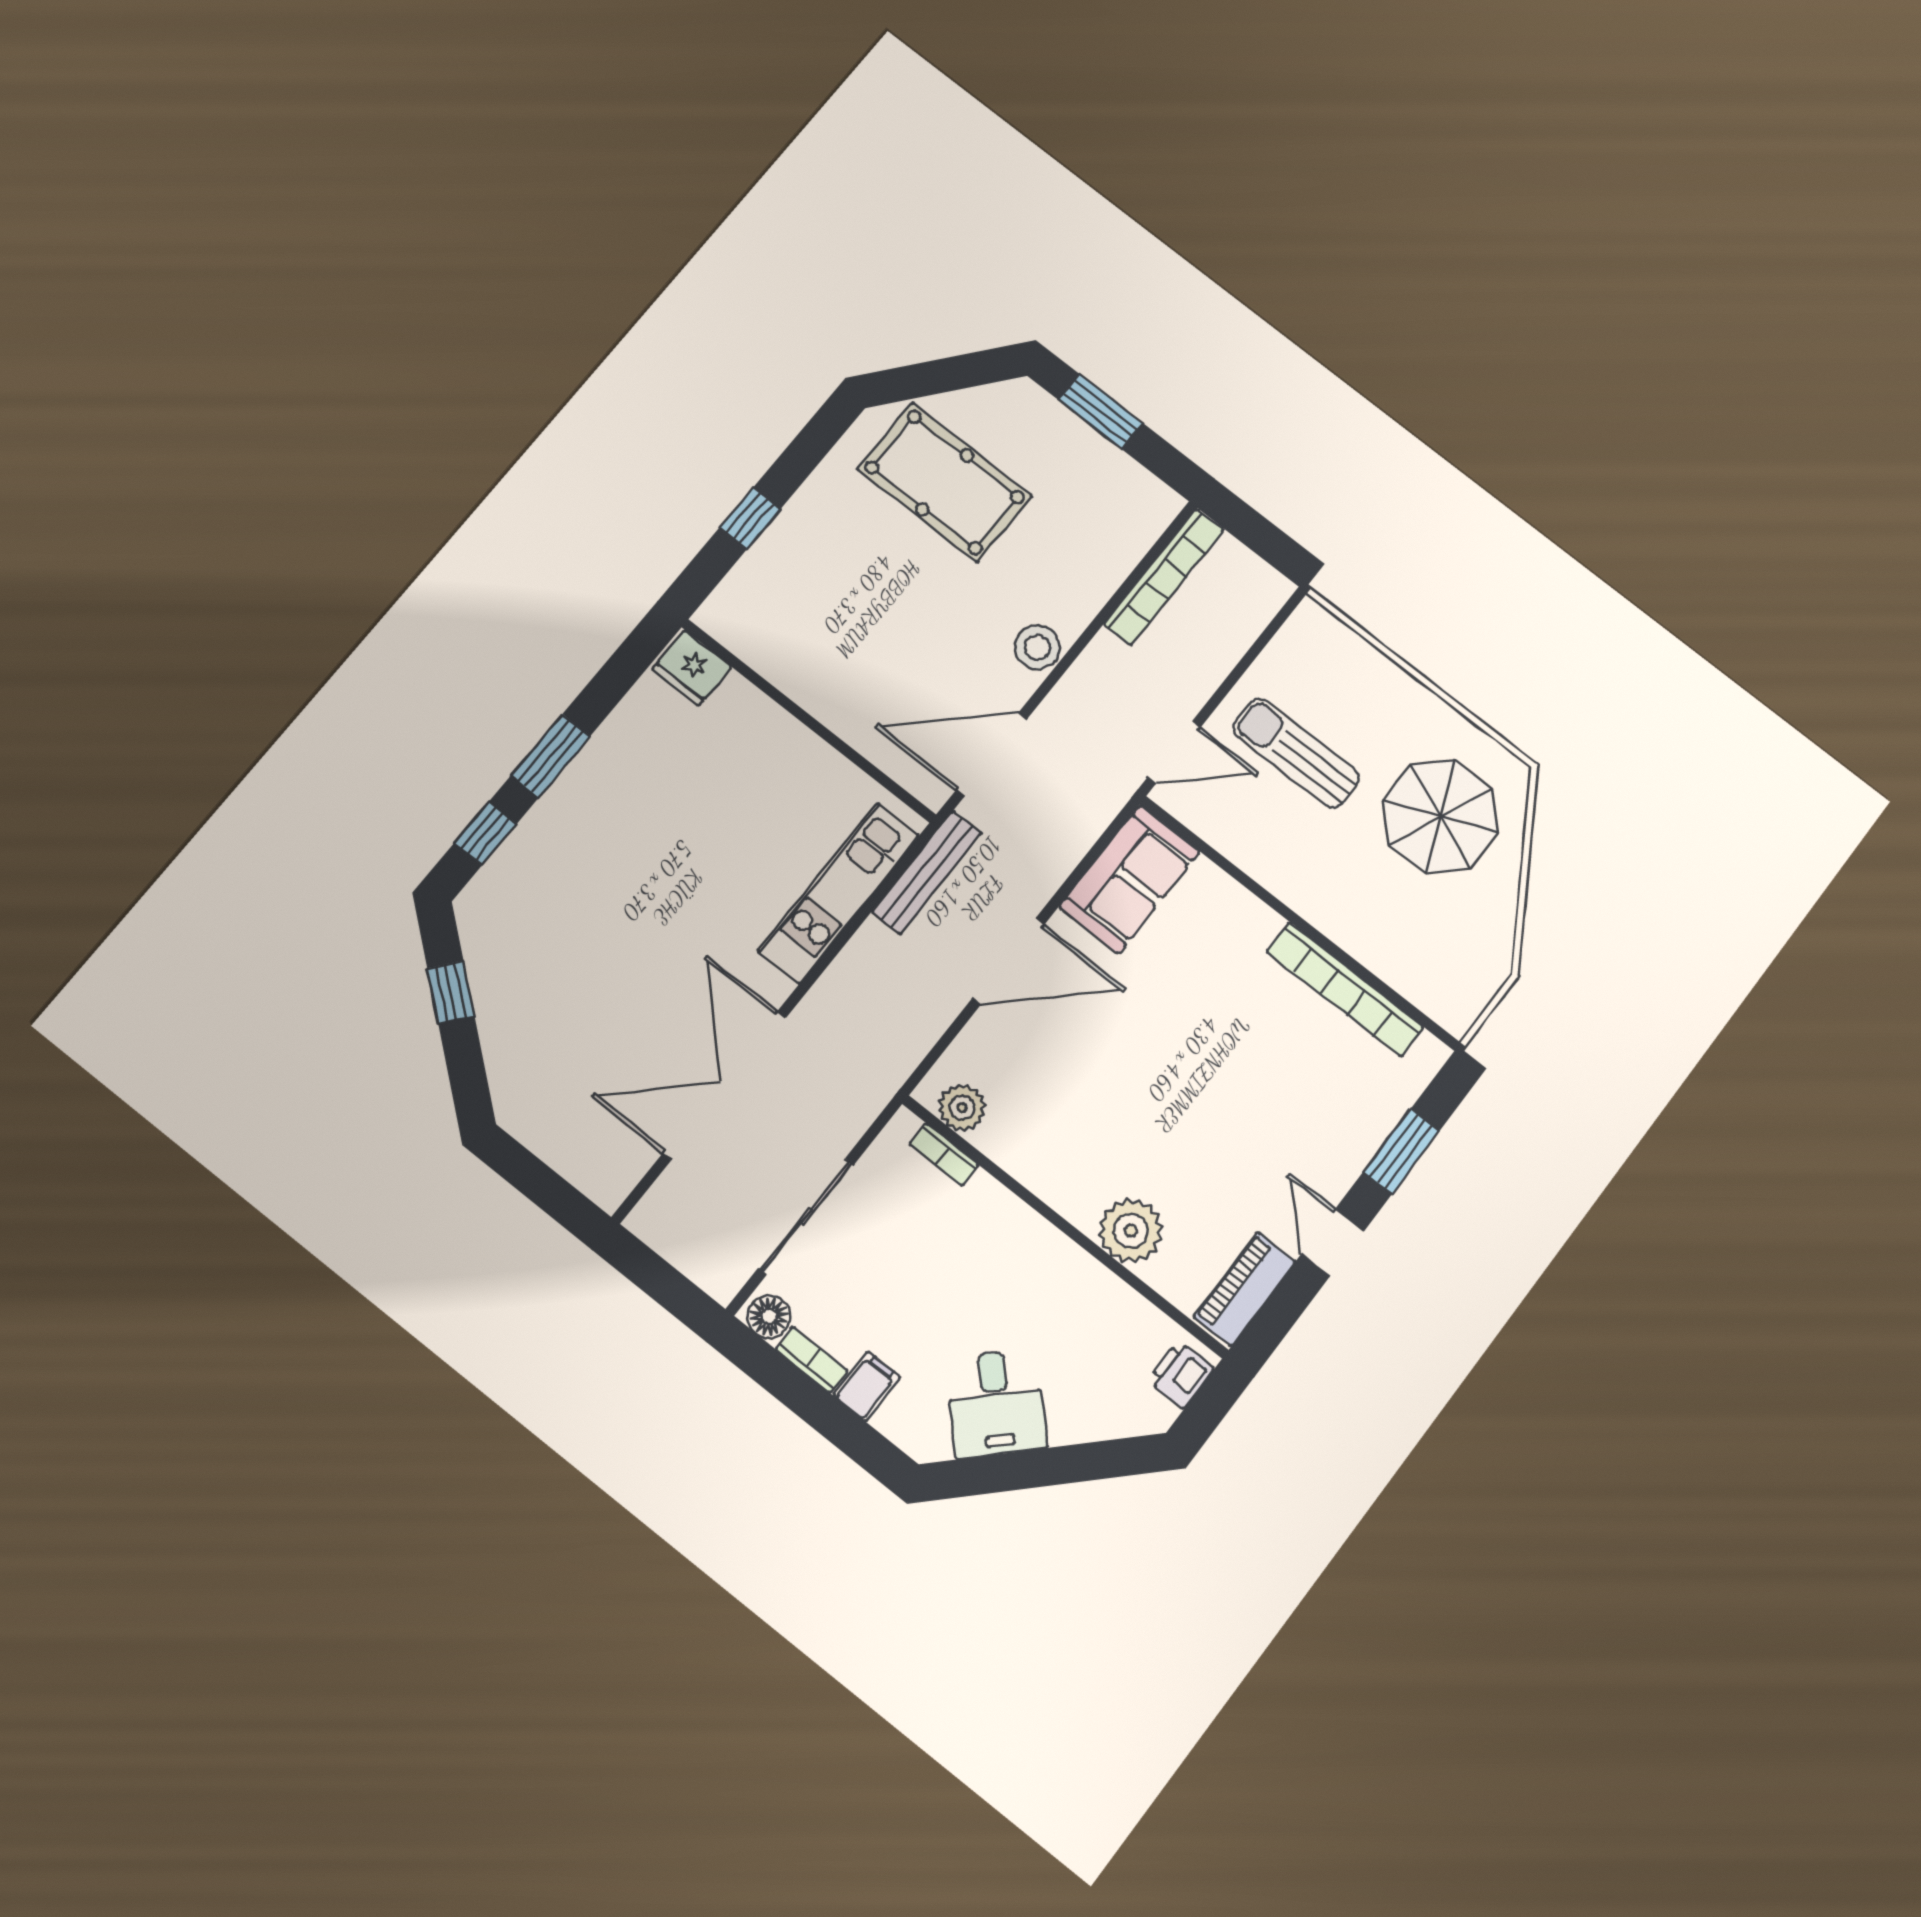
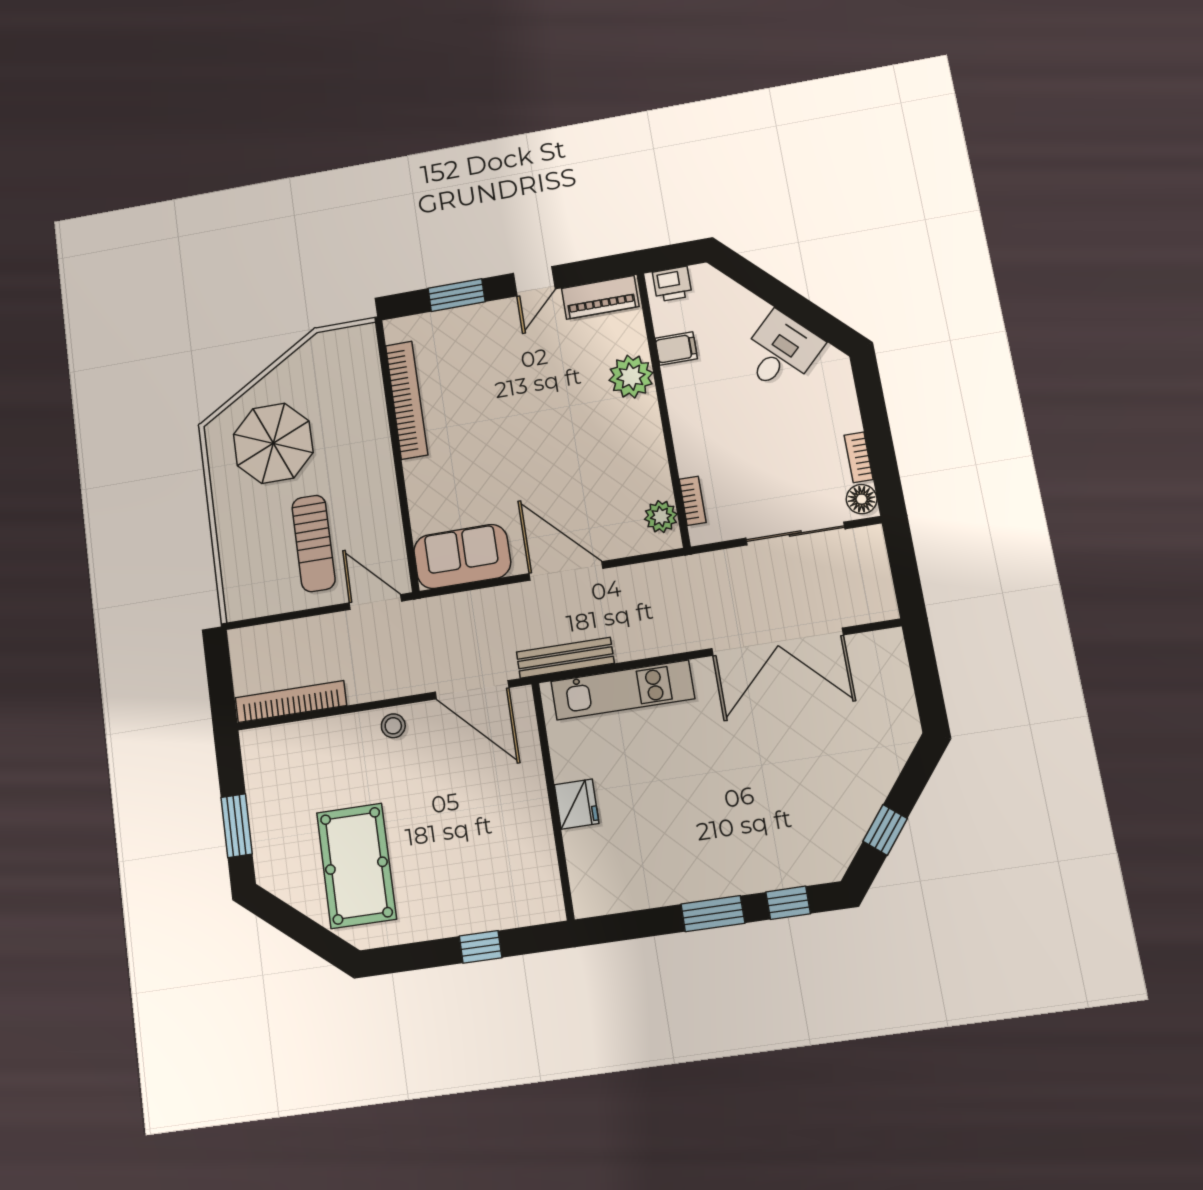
stool: (1037, 647) -> (393, 726), width x0.73, depth x0.73
fridge: (692, 668) -> (577, 804), moved
filing cabinet: (867, 1386) -> (676, 348), moved, turned 180

